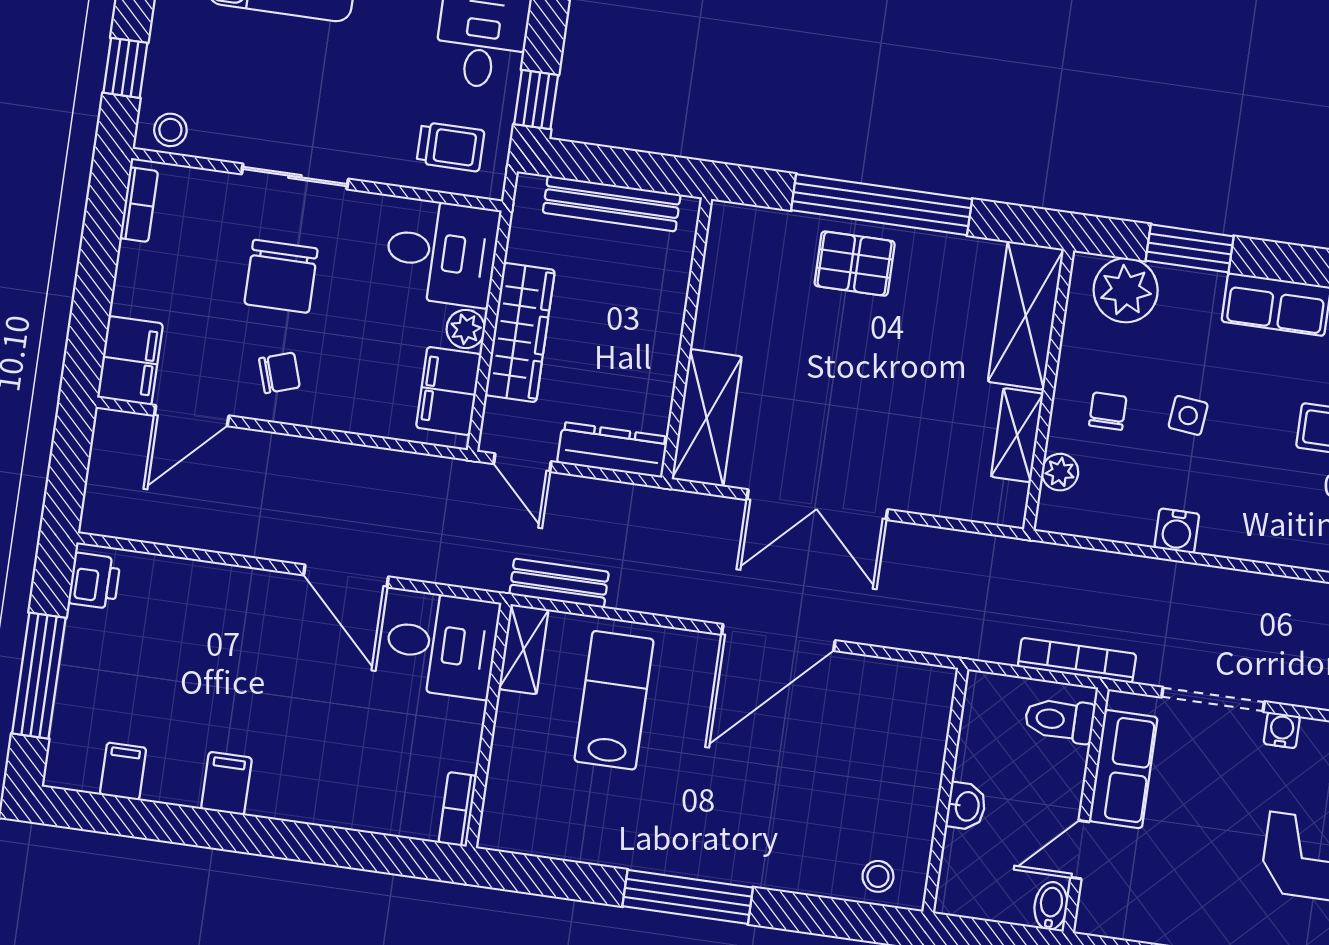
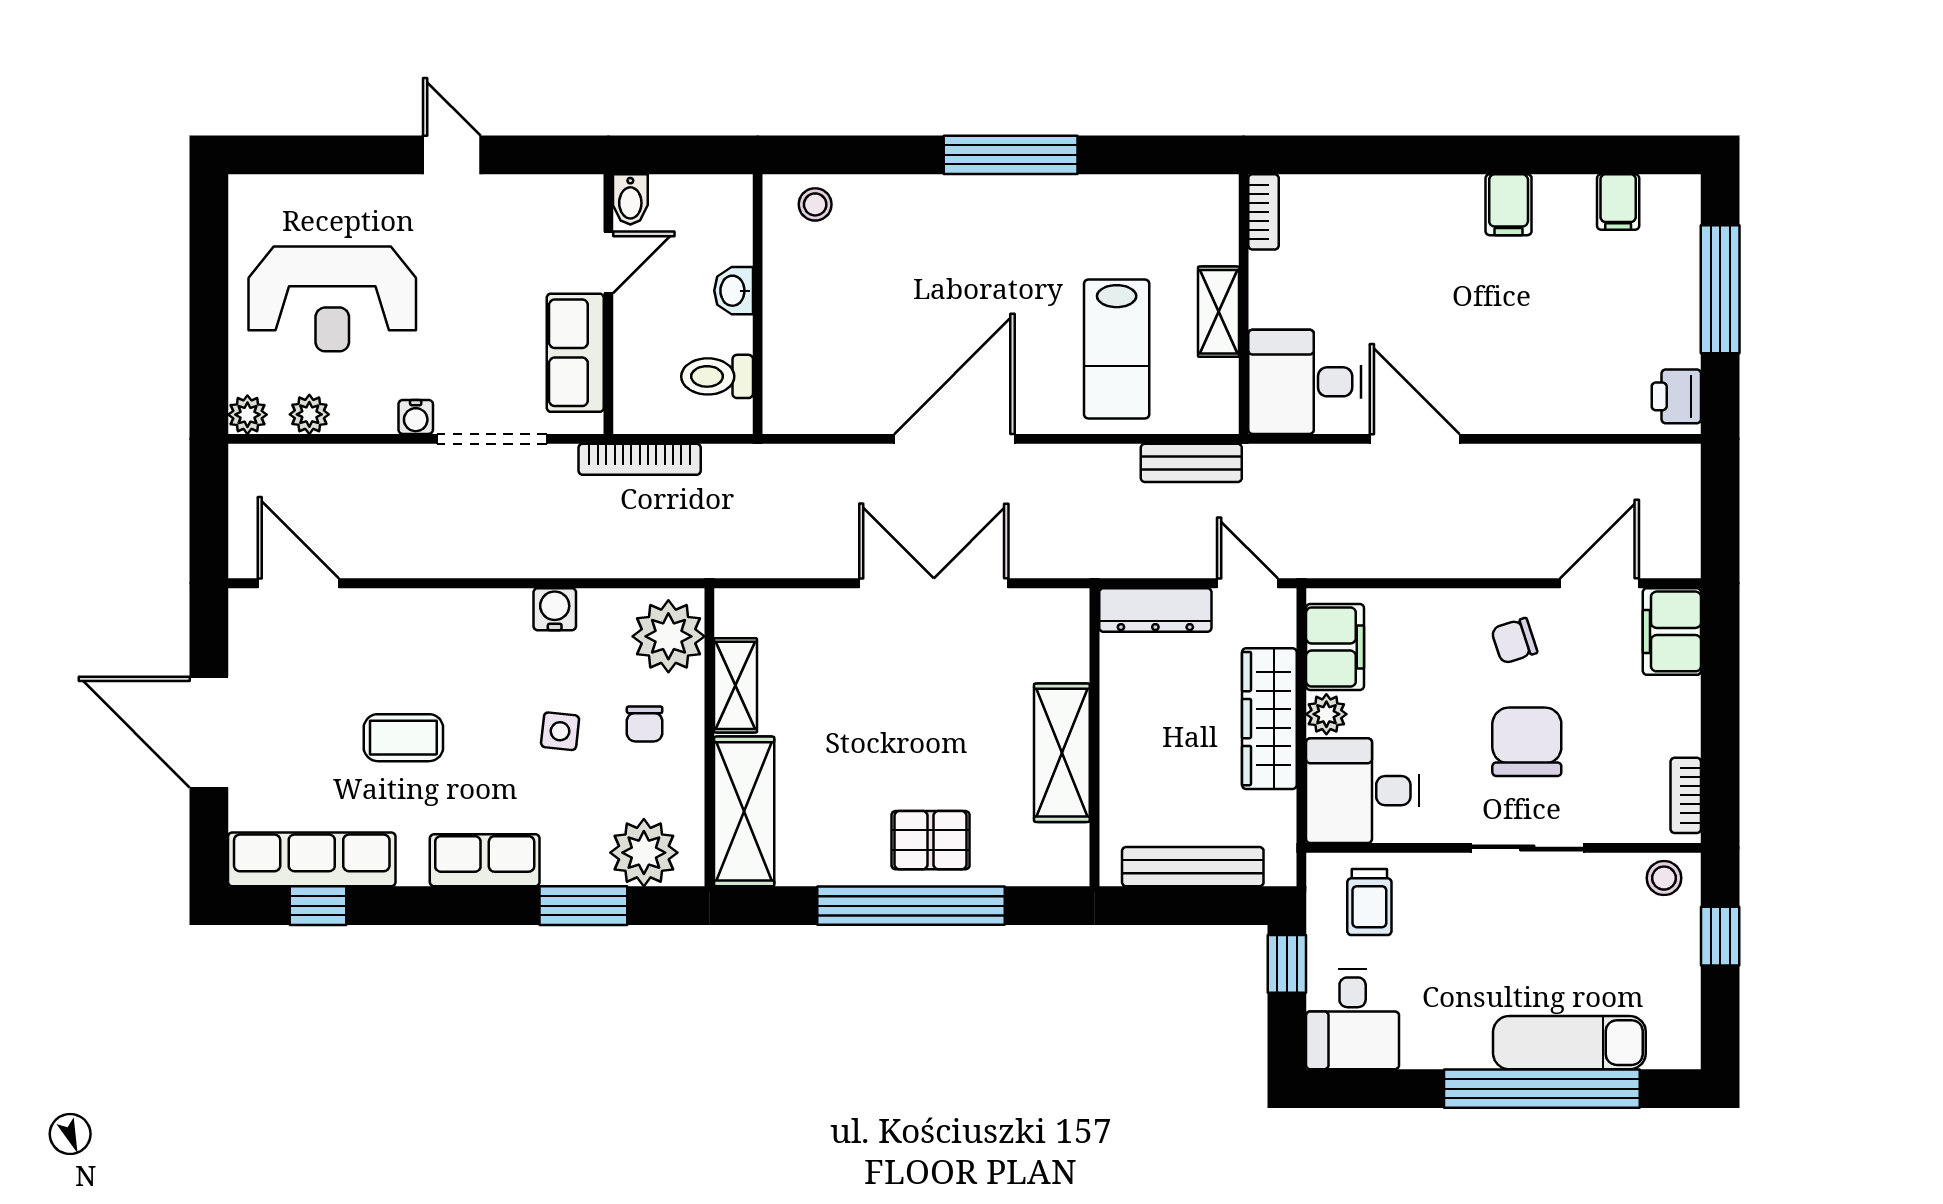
trolley: (450, 147) -> (1369, 902), turned -90
shelving: (707, 418) -> (1062, 753), moved
plant: (1060, 472) -> (668, 636), width x1.87, depth x1.87
shelving: (524, 649) -> (1218, 312), moved
toilet: (1060, 720) -> (717, 376), moved, turned 180

